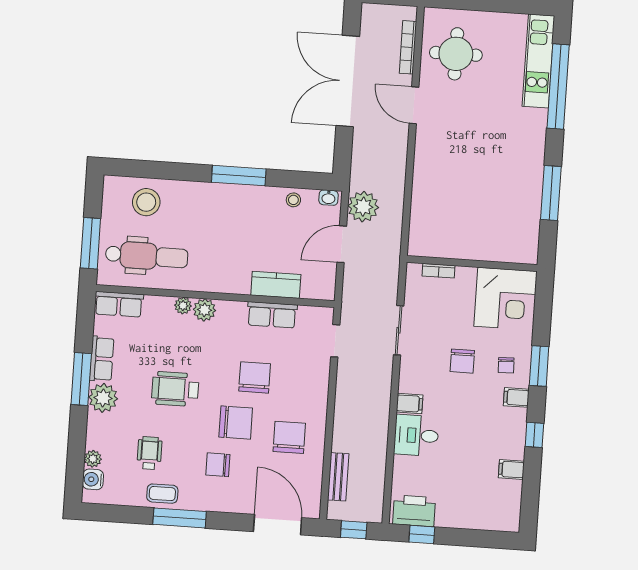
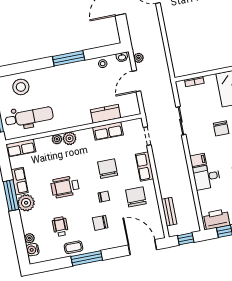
plant: (363, 207) -> (139, 58), width x0.53, depth x0.53
row of seats: (317, 391) -> (145, 167), added
chair: (236, 423) -> (104, 197), width x0.54, depth x0.54

